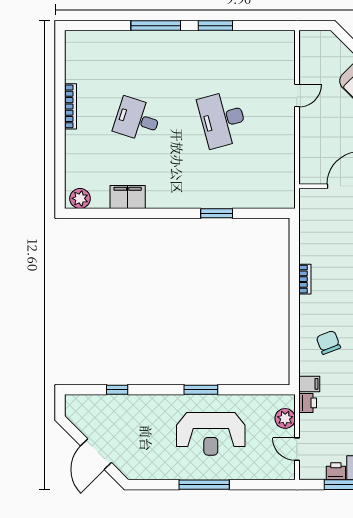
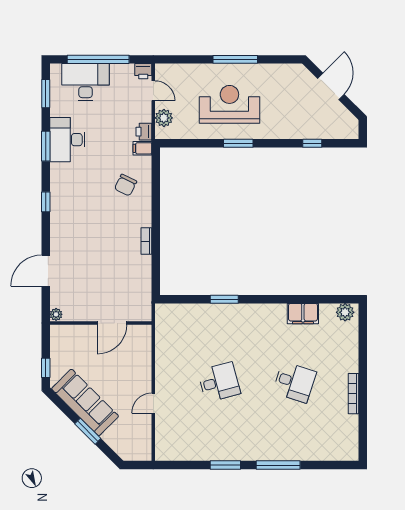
desk: (223, 119) -> (219, 382), width x0.73
chair: (328, 342) -> (126, 185), turned 47
printer: (336, 471) -> (143, 71), moved

